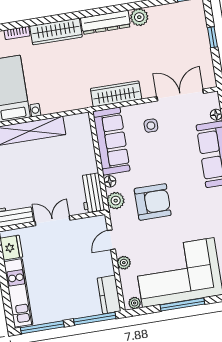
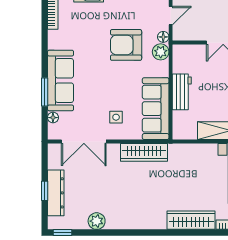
plant: (139, 17) -> (97, 221), moved
dresser: (106, 22) -> (56, 193), moved, turned 90
floor lamp: (110, 181) -> (163, 37), moved
workbench: (92, 193) -> (182, 92), moved

